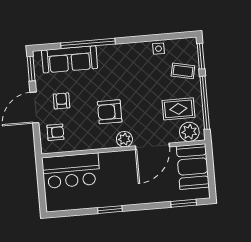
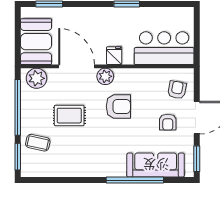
side table: (158, 49) -> (61, 168), removed
rug: (178, 109) -> (69, 116), moved
armchair: (55, 132) -> (177, 90), turned 101
door: (152, 146) -> (77, 66), hinge flipped
fridge: (118, 160) -> (114, 56), added

